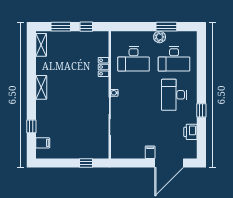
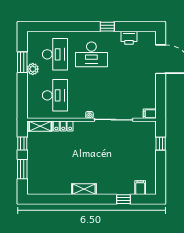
shelving: (41, 45) -> (40, 126), moved
filing cabinet: (150, 152) -> (150, 114), moved

